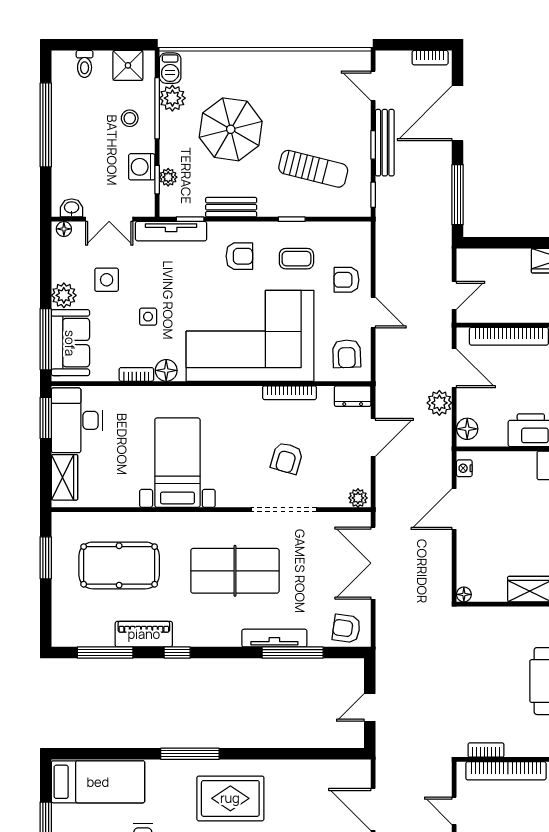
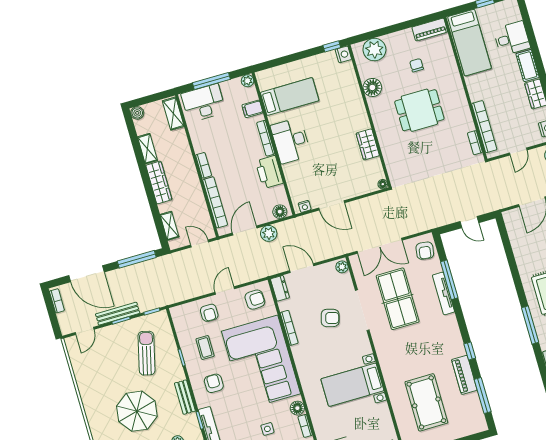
shelving: (494, 258) -> (169, 226), added
table tennis table: (235, 571) -> (398, 299), moved

